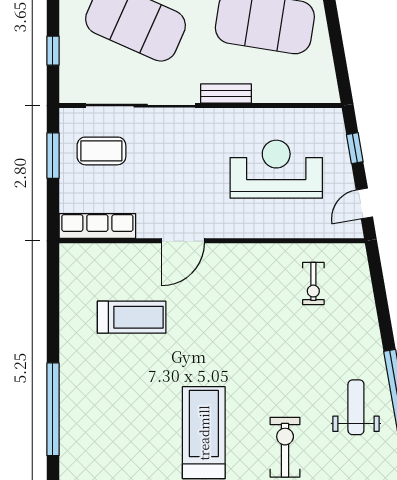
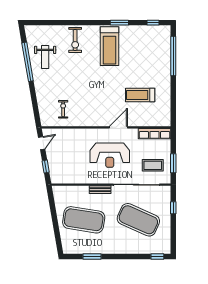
reception desk: (276, 169) -> (110, 155), moved

